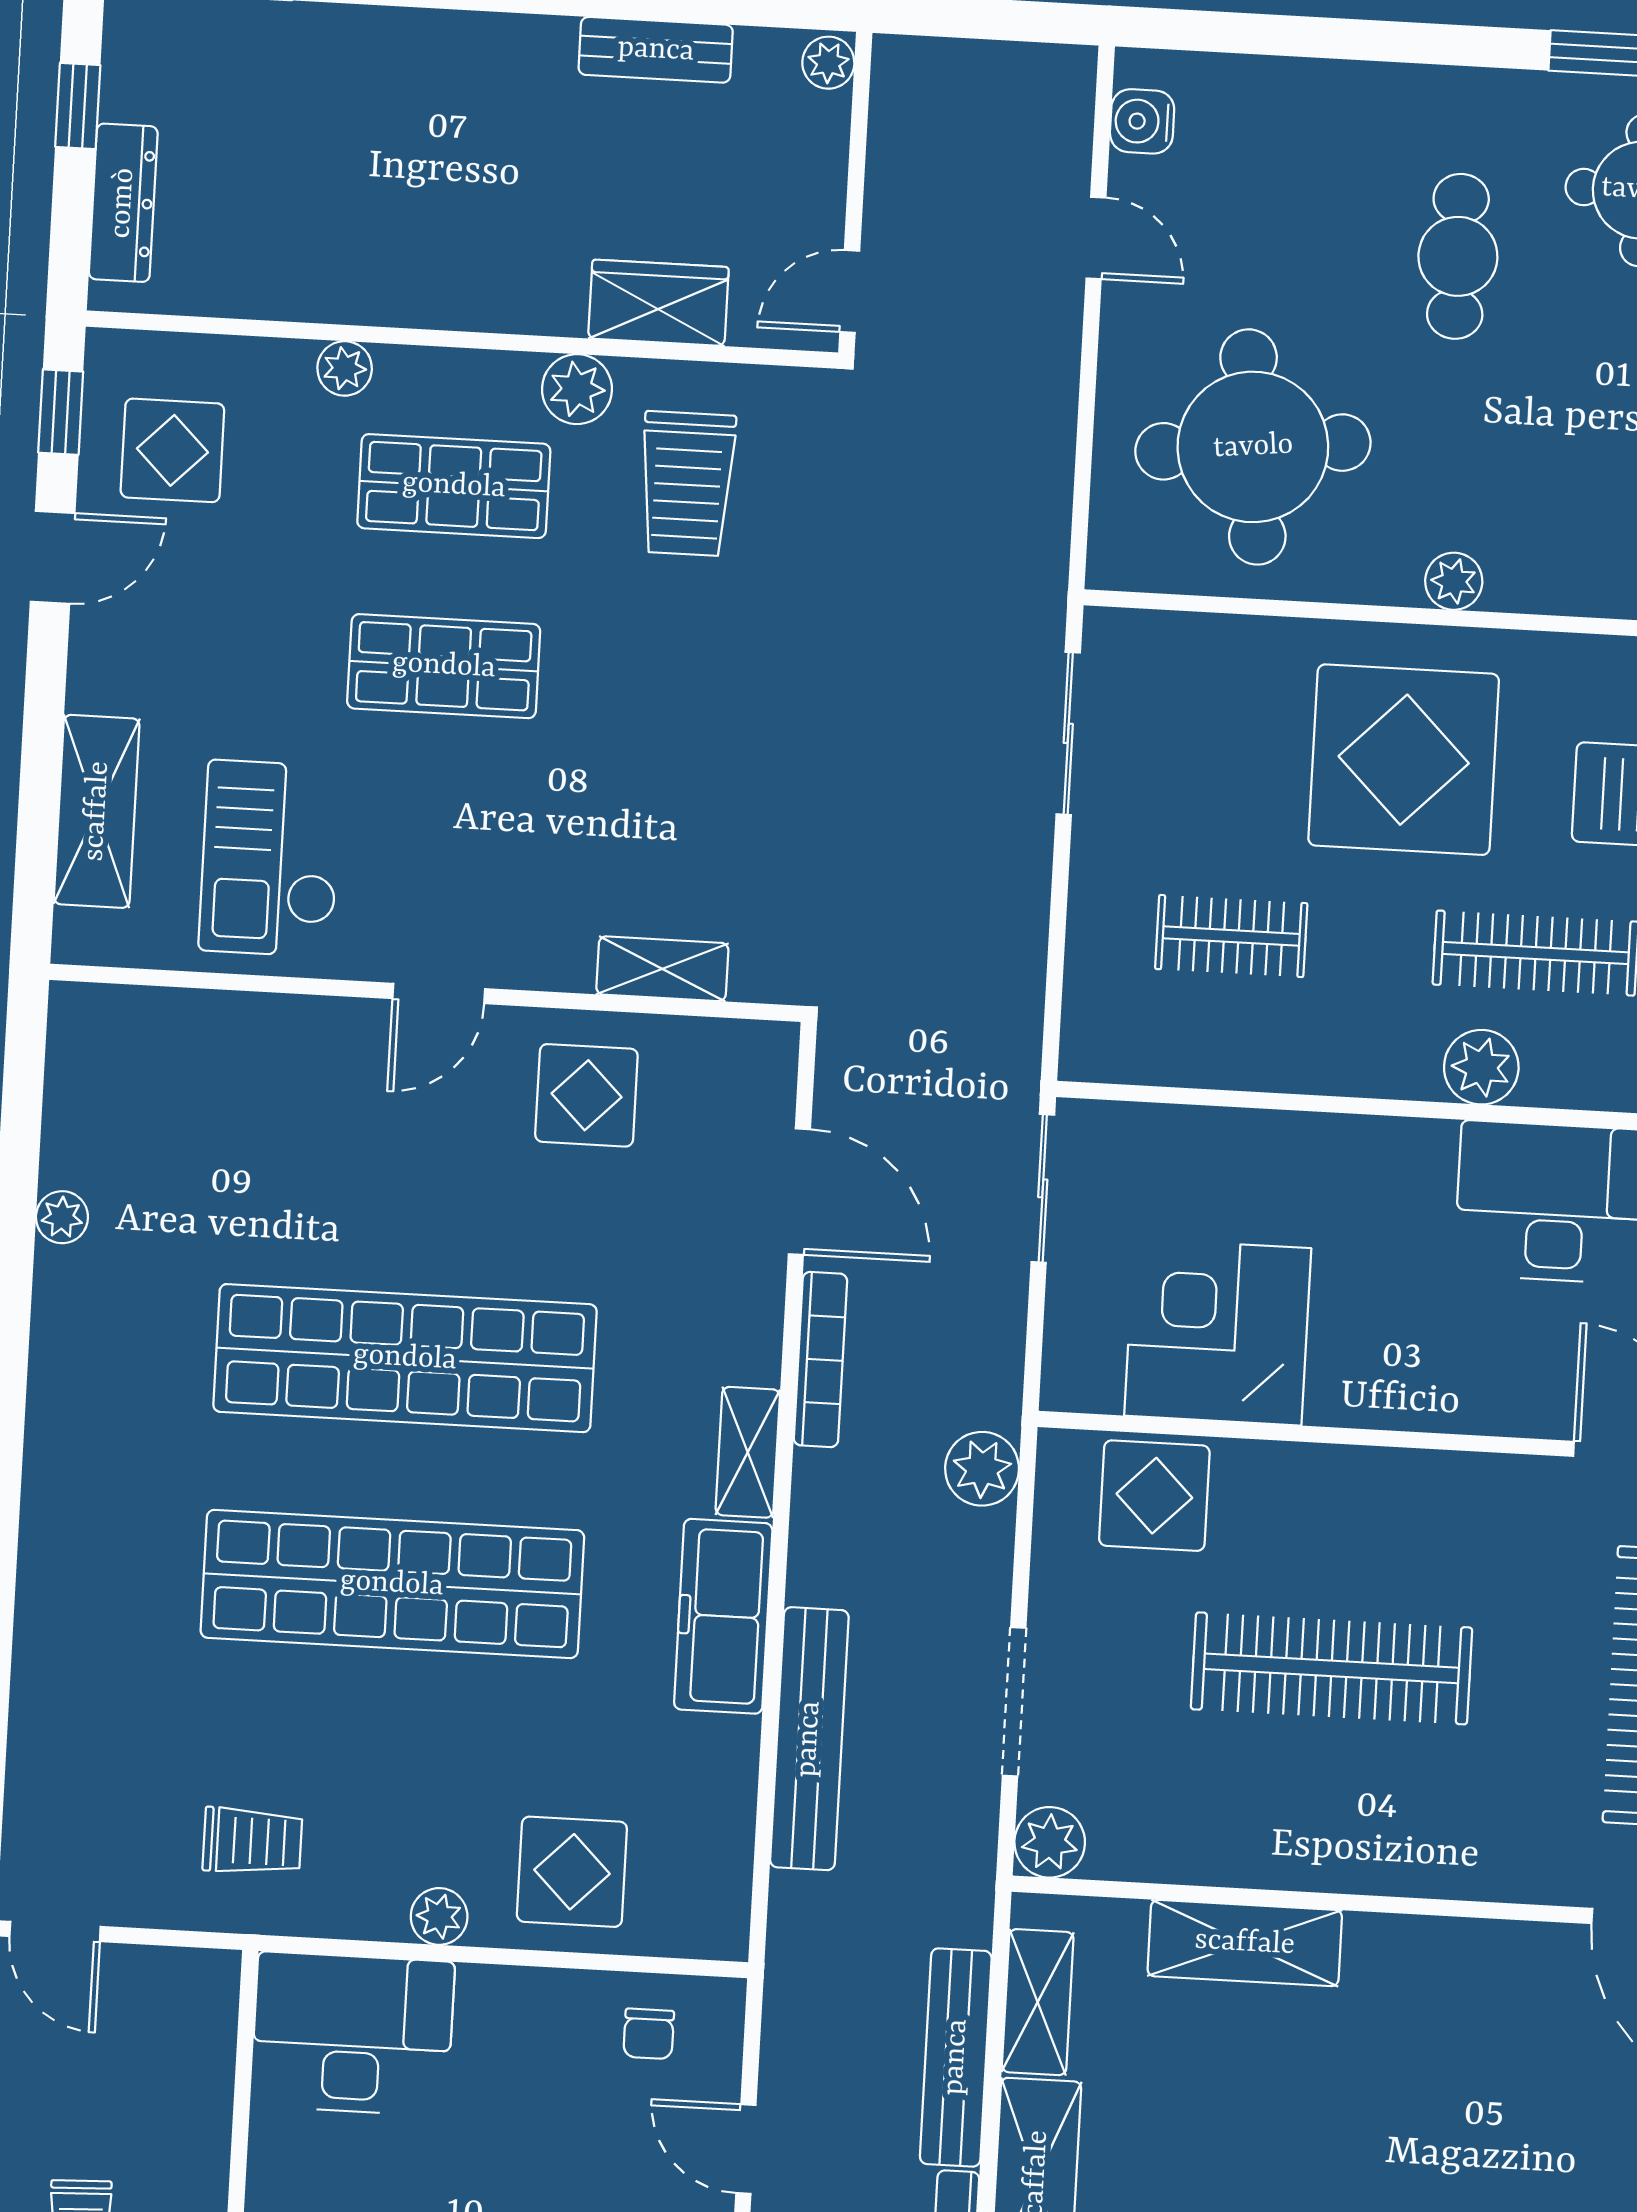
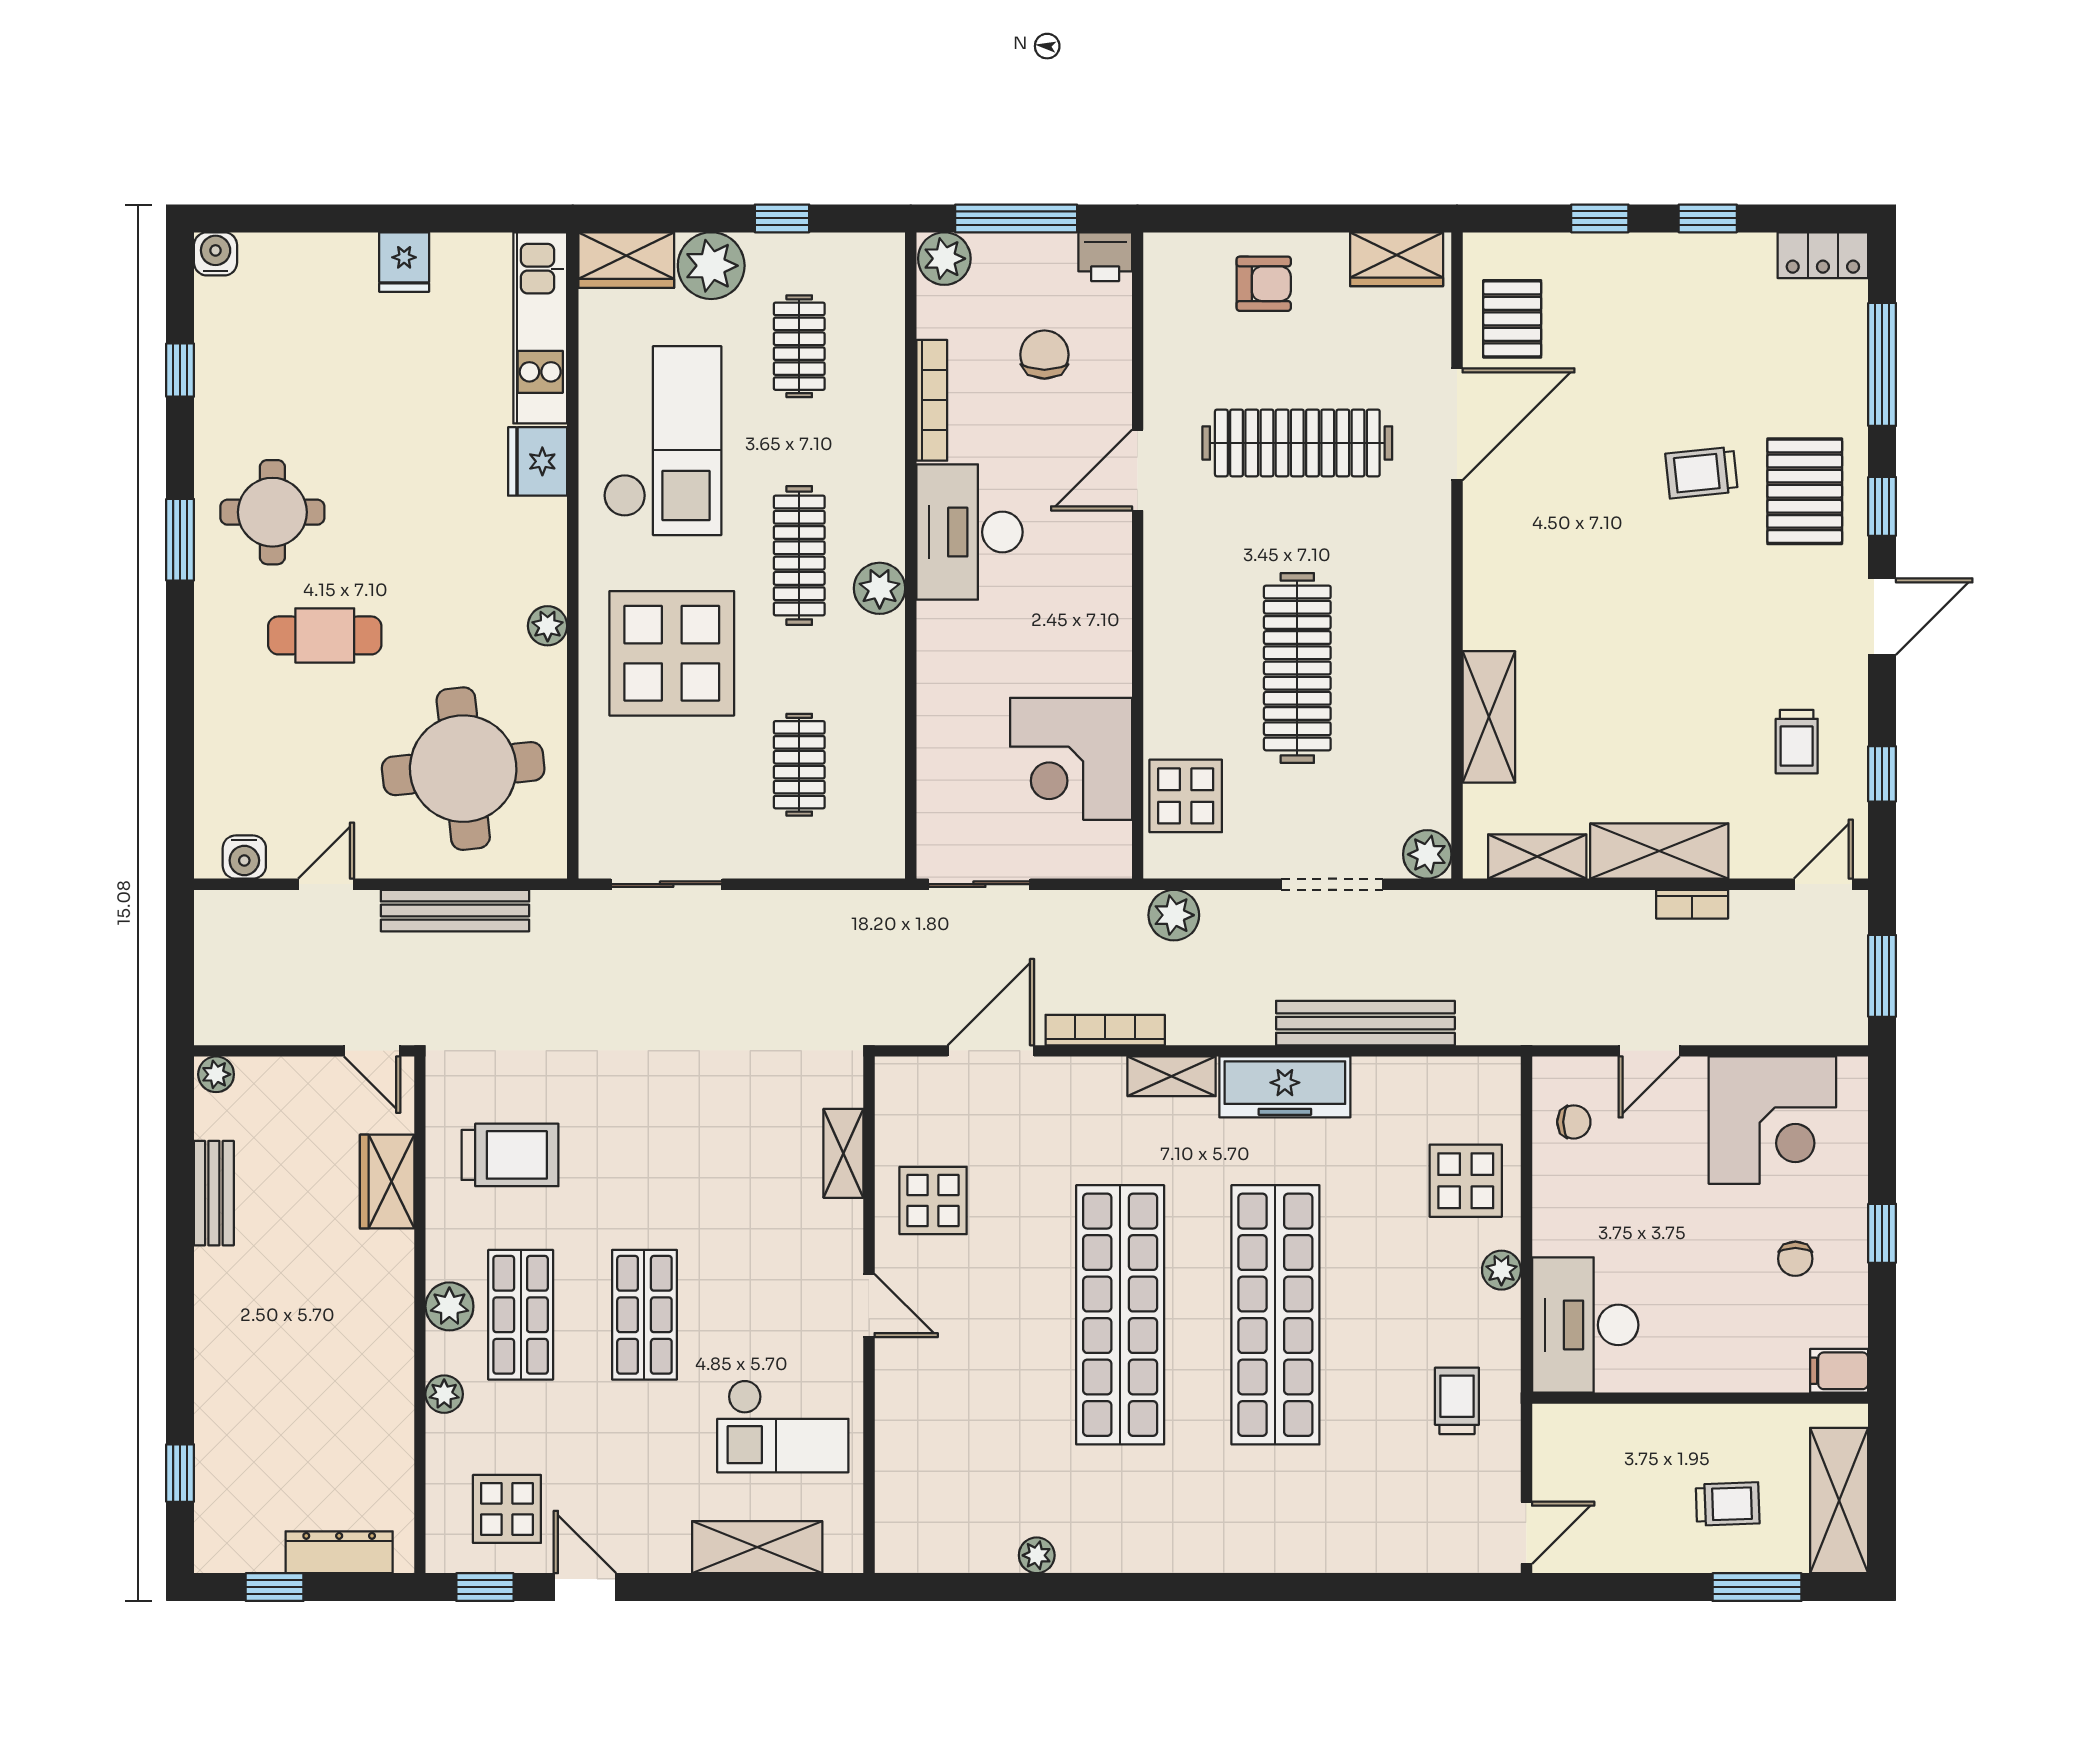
plant: (577, 389) -> (449, 1306), moved
bench: (956, 2057) -> (455, 911), moved

